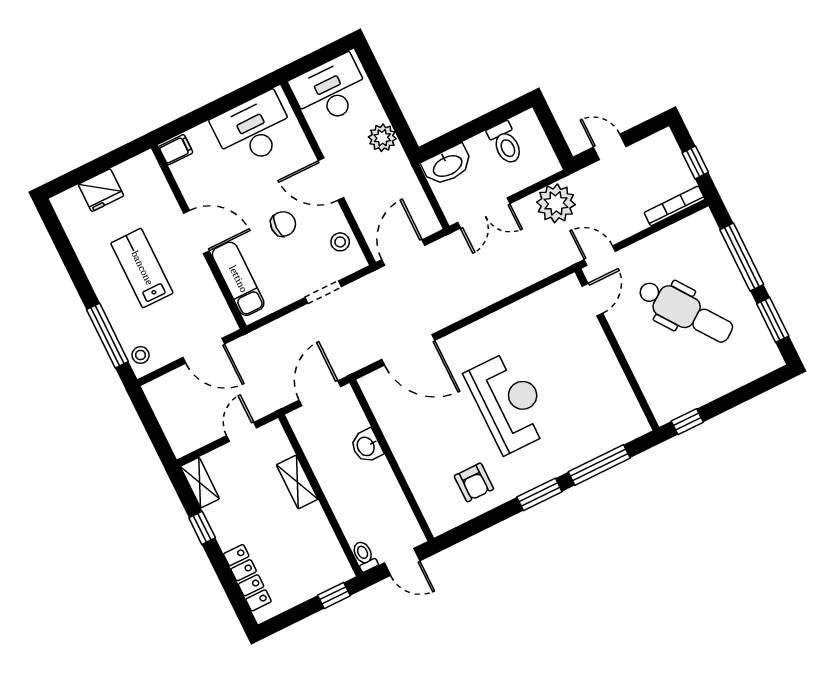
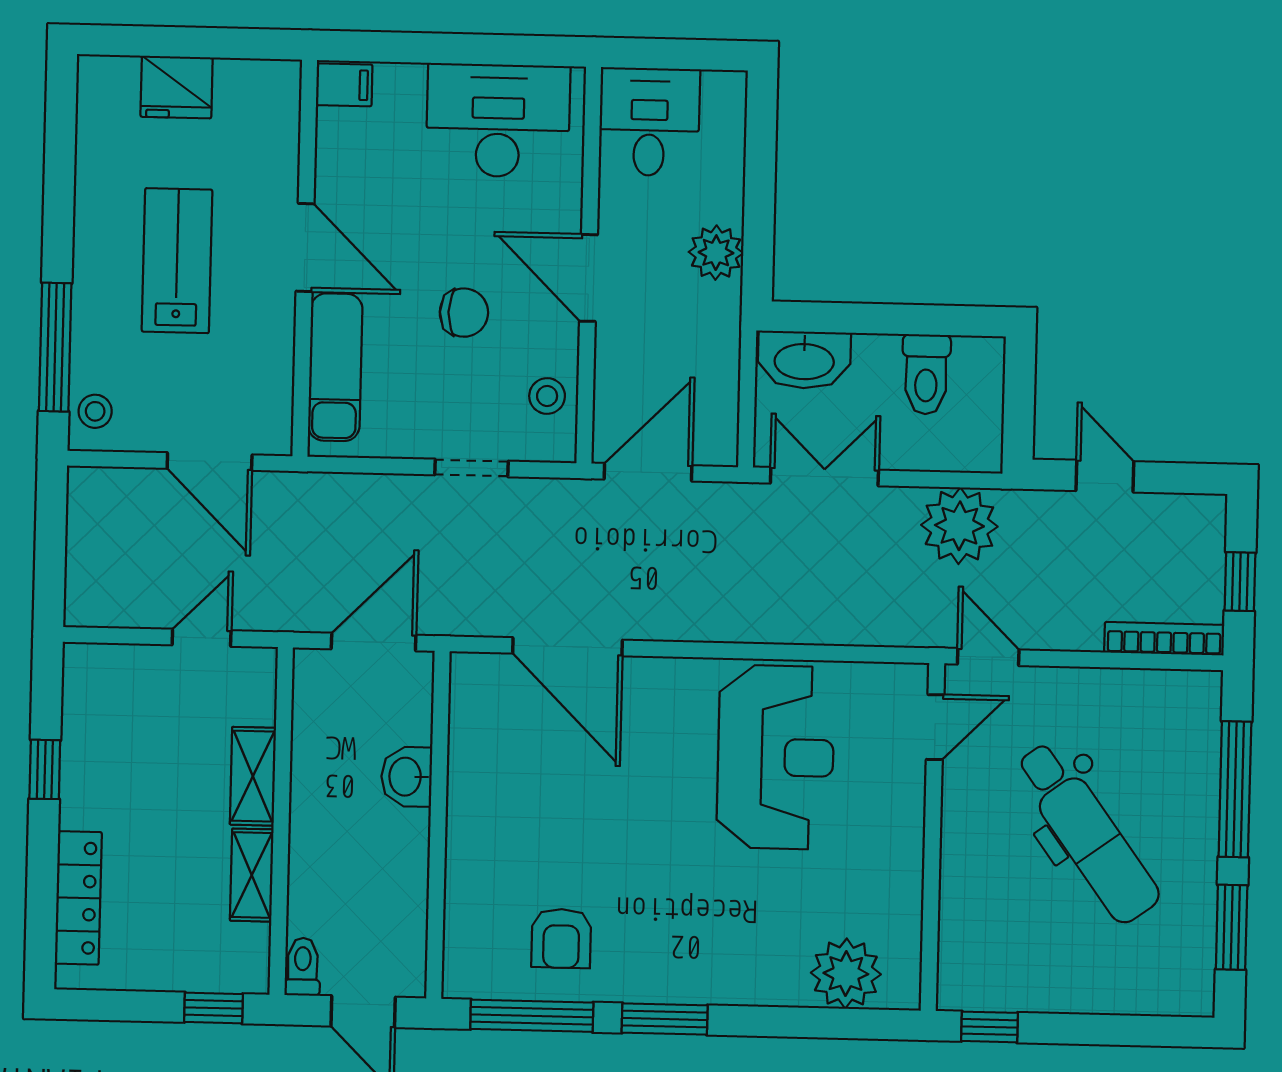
desk: (330, 90) -> (649, 122), width x0.73
double door: (484, 213) -> (824, 477), swing flipped
reception desk: (509, 402) -> (776, 757), moved
plant: (610, 431) -> (846, 974), added
window: (599, 465) -> (532, 1016), moved
shelving: (200, 483) -> (252, 875), moved

